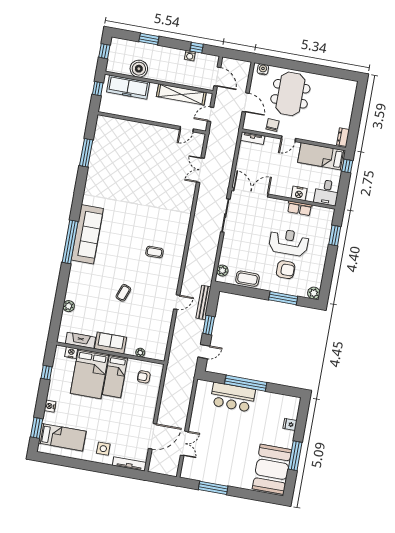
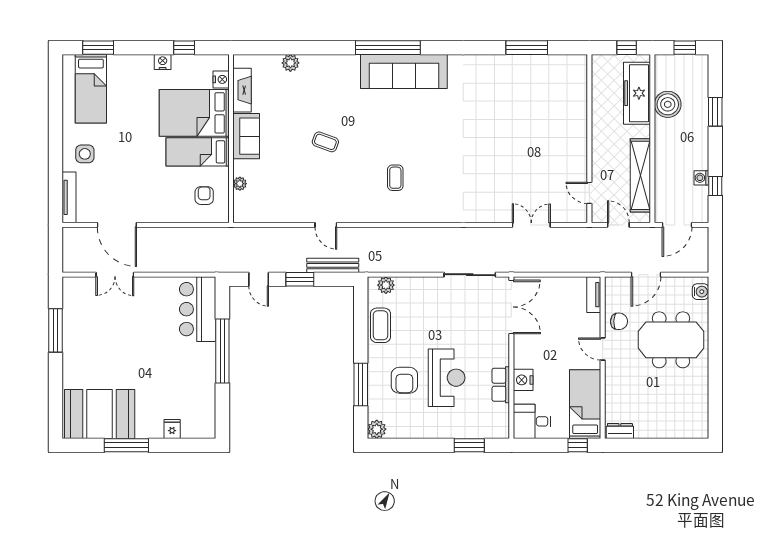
bar counter: (233, 397) -> (198, 309), moved
nightstand: (50, 406) -> (163, 62), moved

